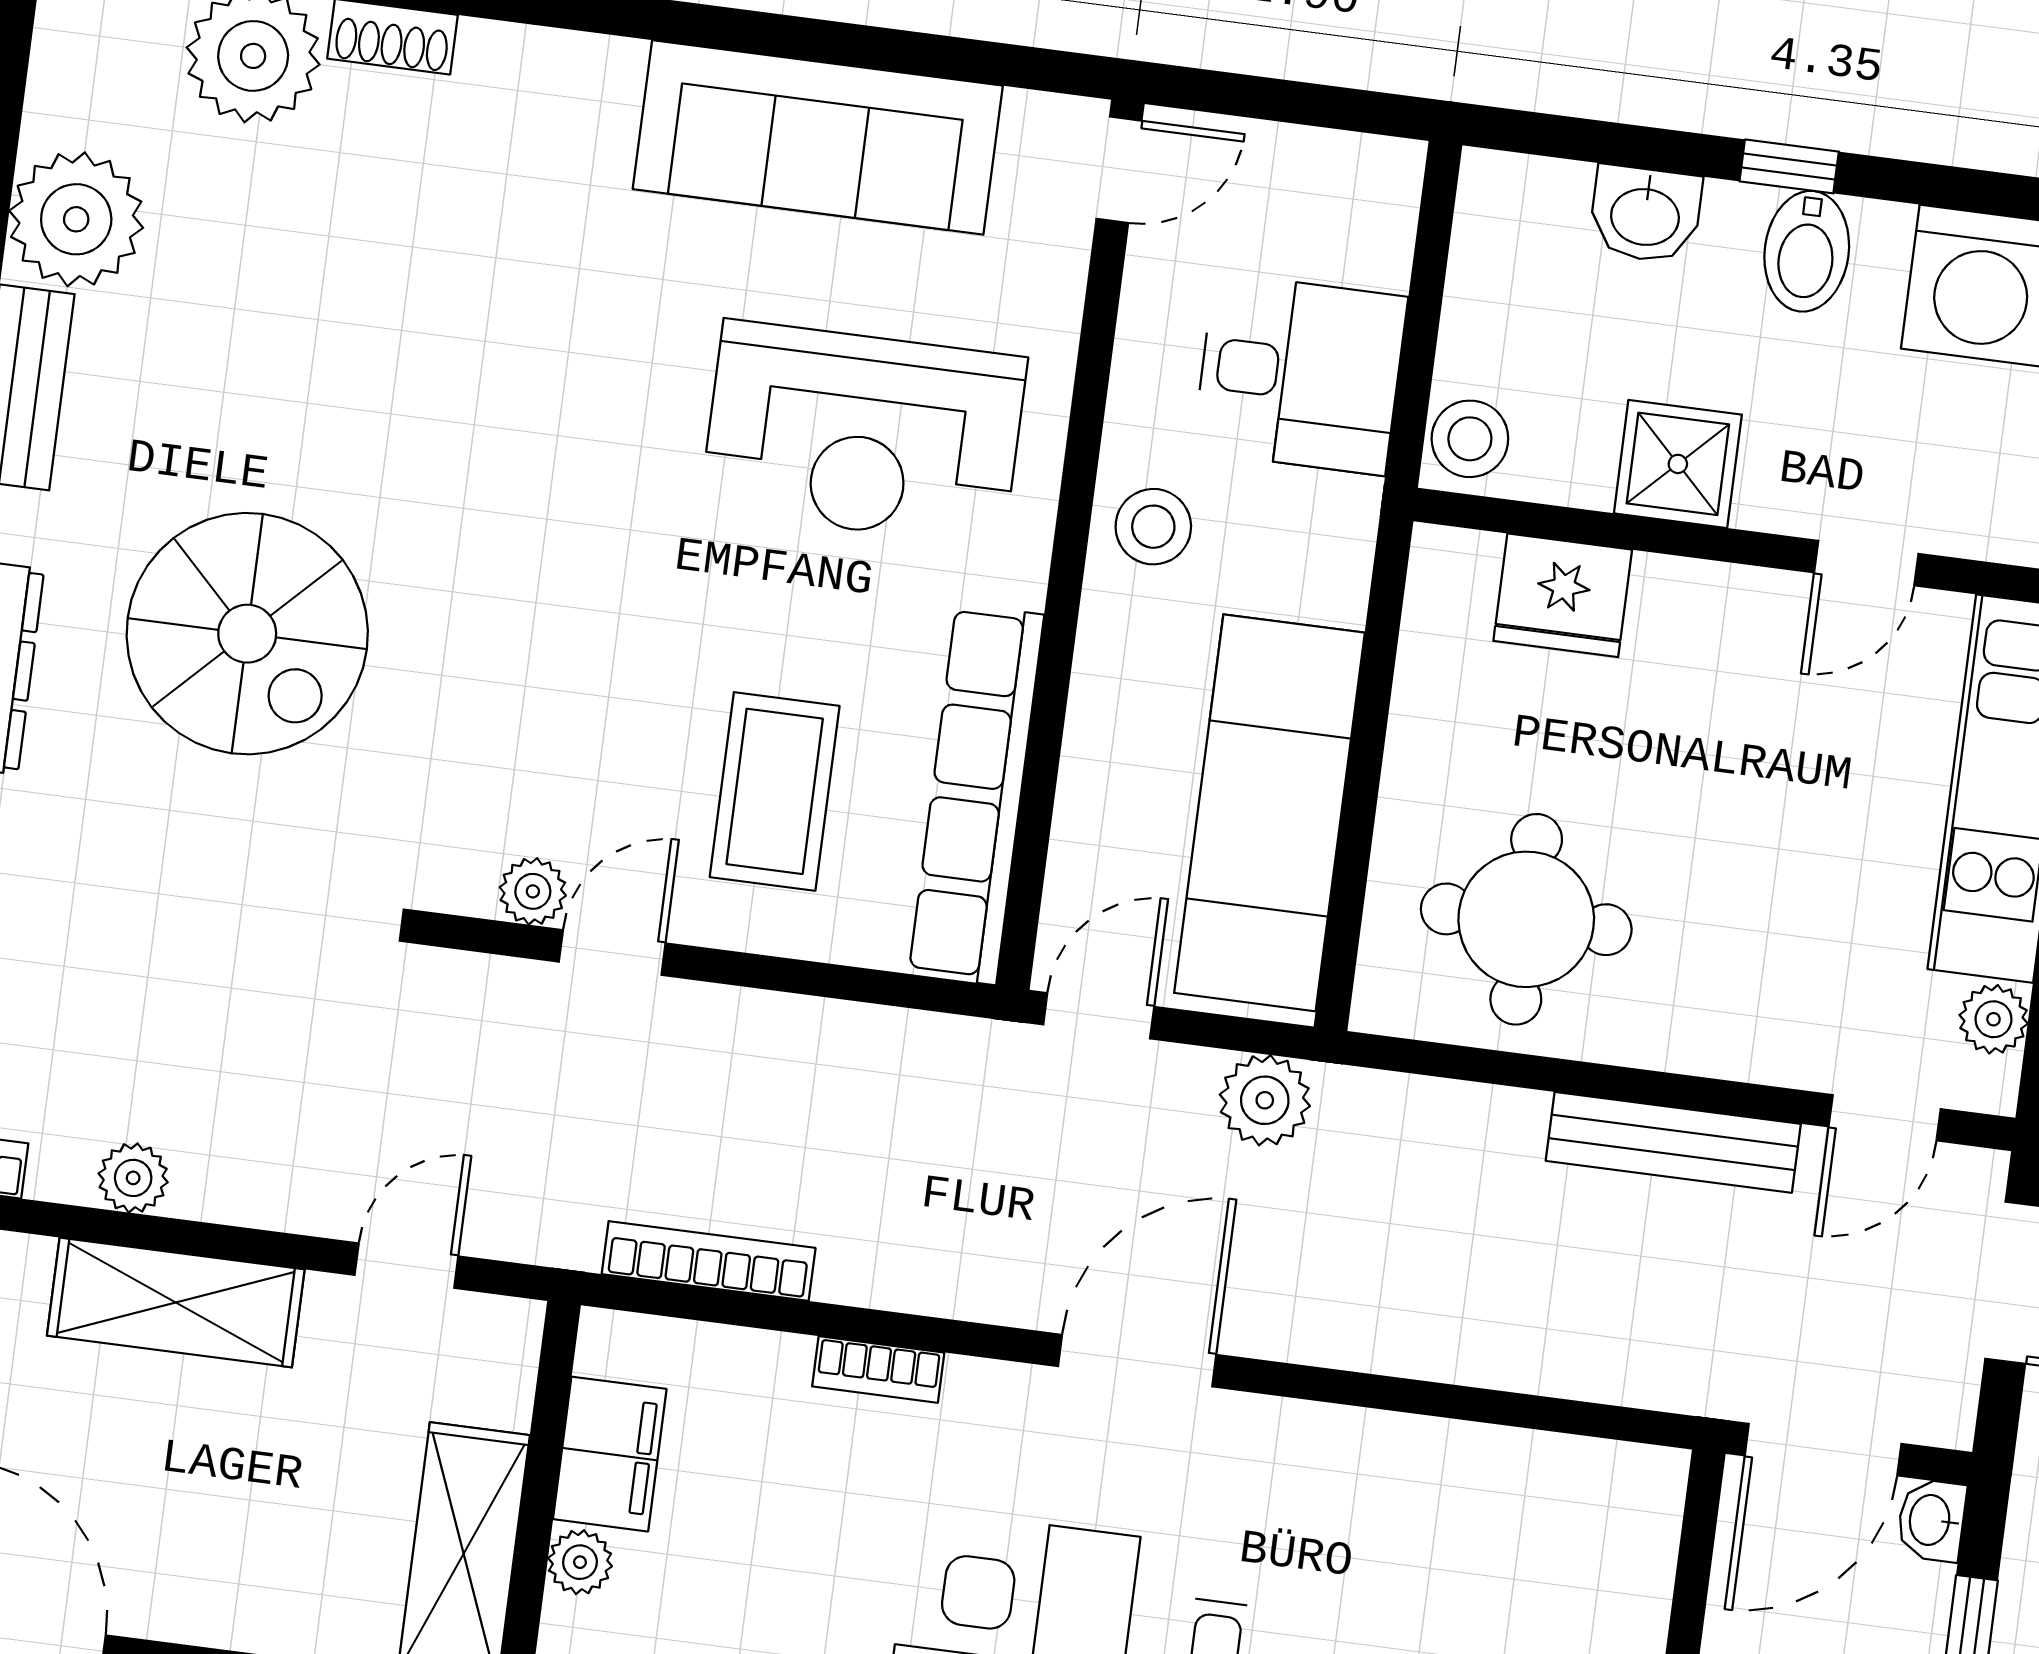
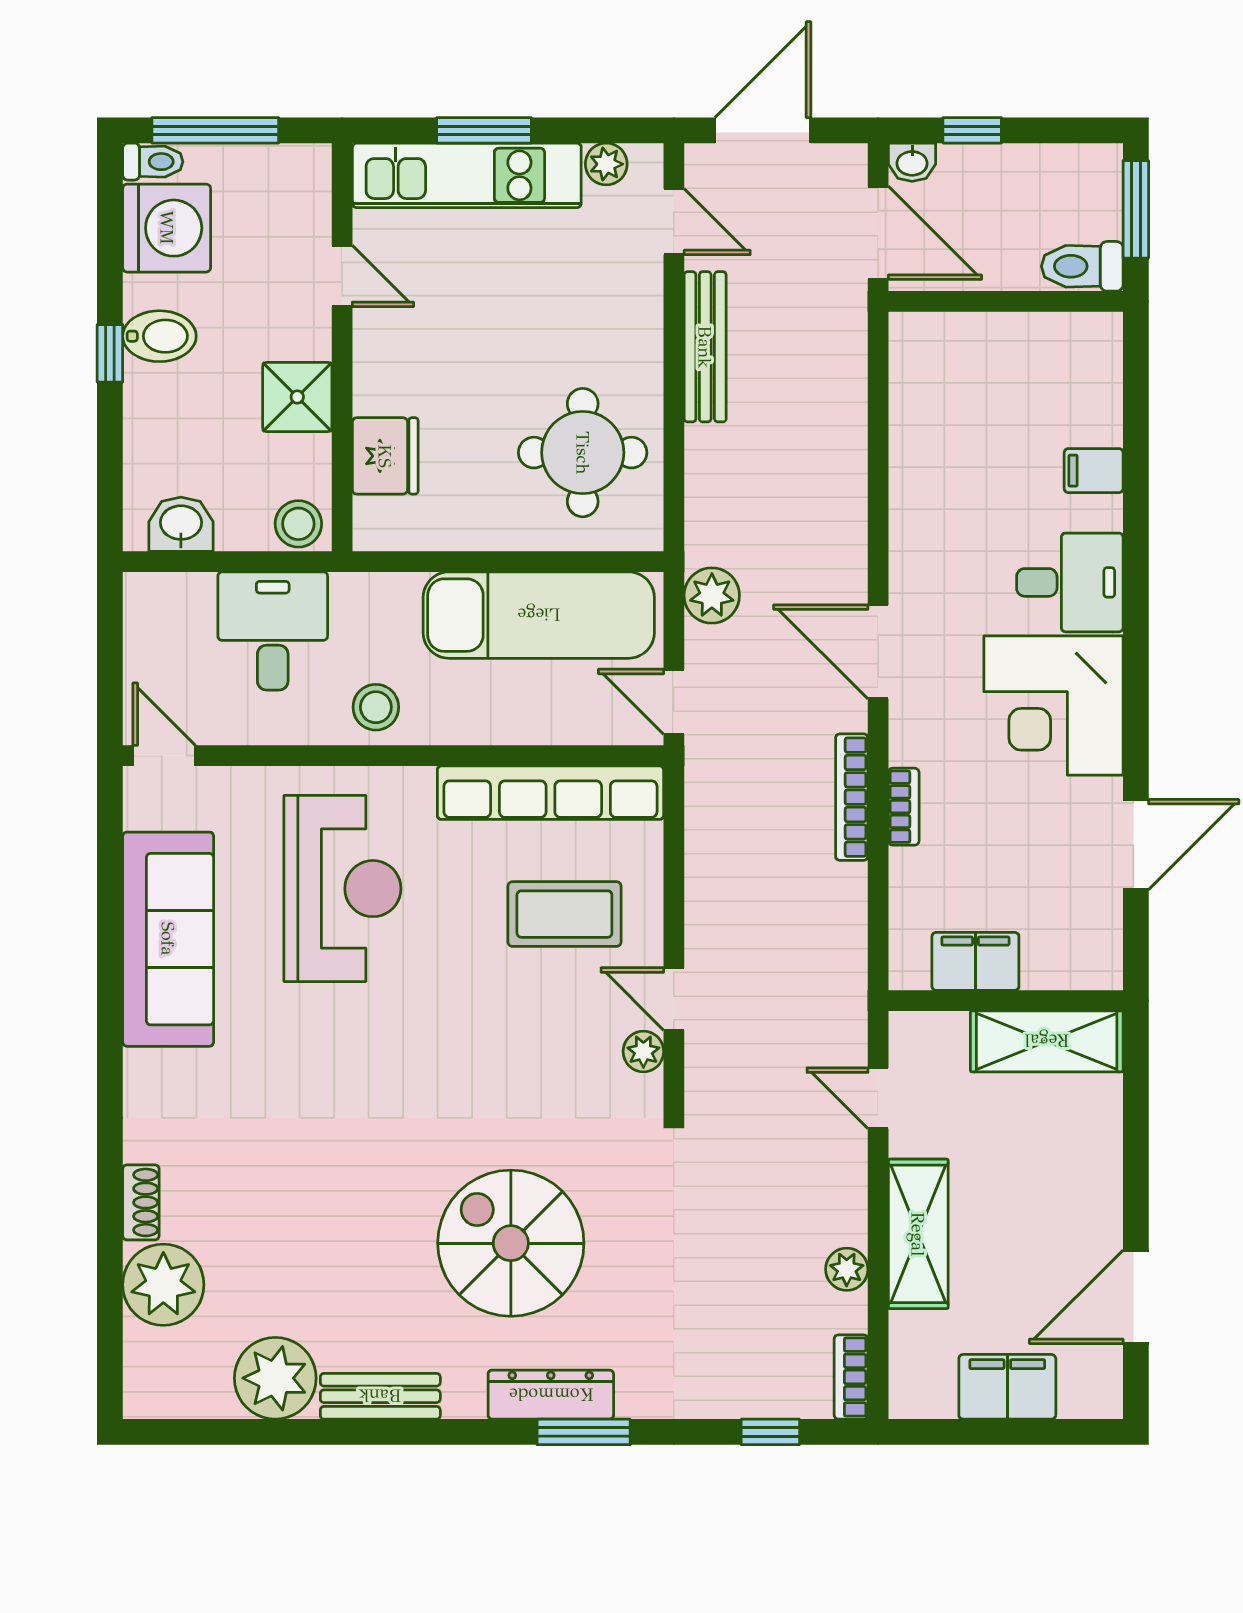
washbasin: (1645, 214) -> (181, 524), moved, turned -90
spiral stairs: (247, 634) -> (511, 1243), turned -90
bookcase: (709, 1261) -> (852, 797), moved
plant: (580, 1562) -> (1043, 971), removed

